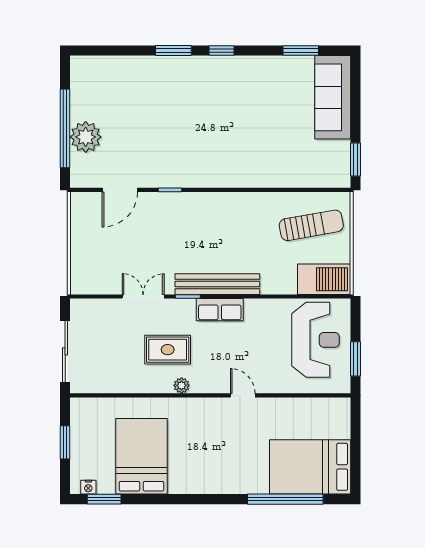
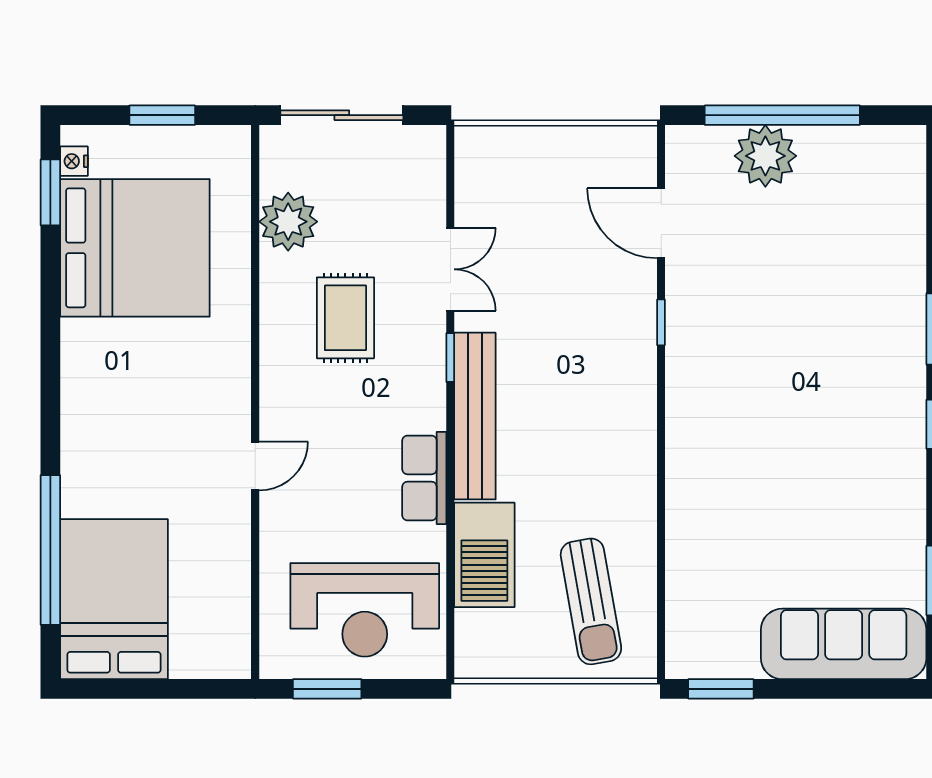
barbecue: (324, 279) -> (484, 555), moved
row of seats: (220, 310) -> (424, 478), moved
plant: (182, 385) -> (288, 222), moved, width x1.87, depth x1.87
bed: (141, 456) -> (135, 248), width x1.36

